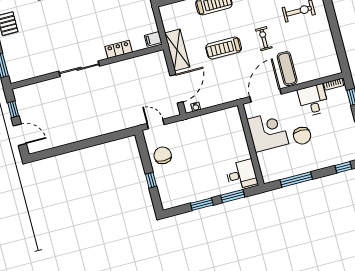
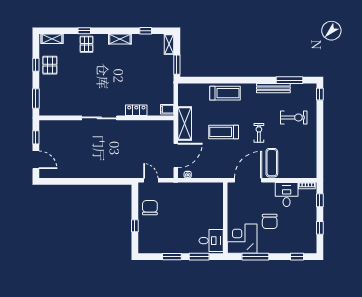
corner desk: (268, 132) -> (242, 239), moved, turned -90

